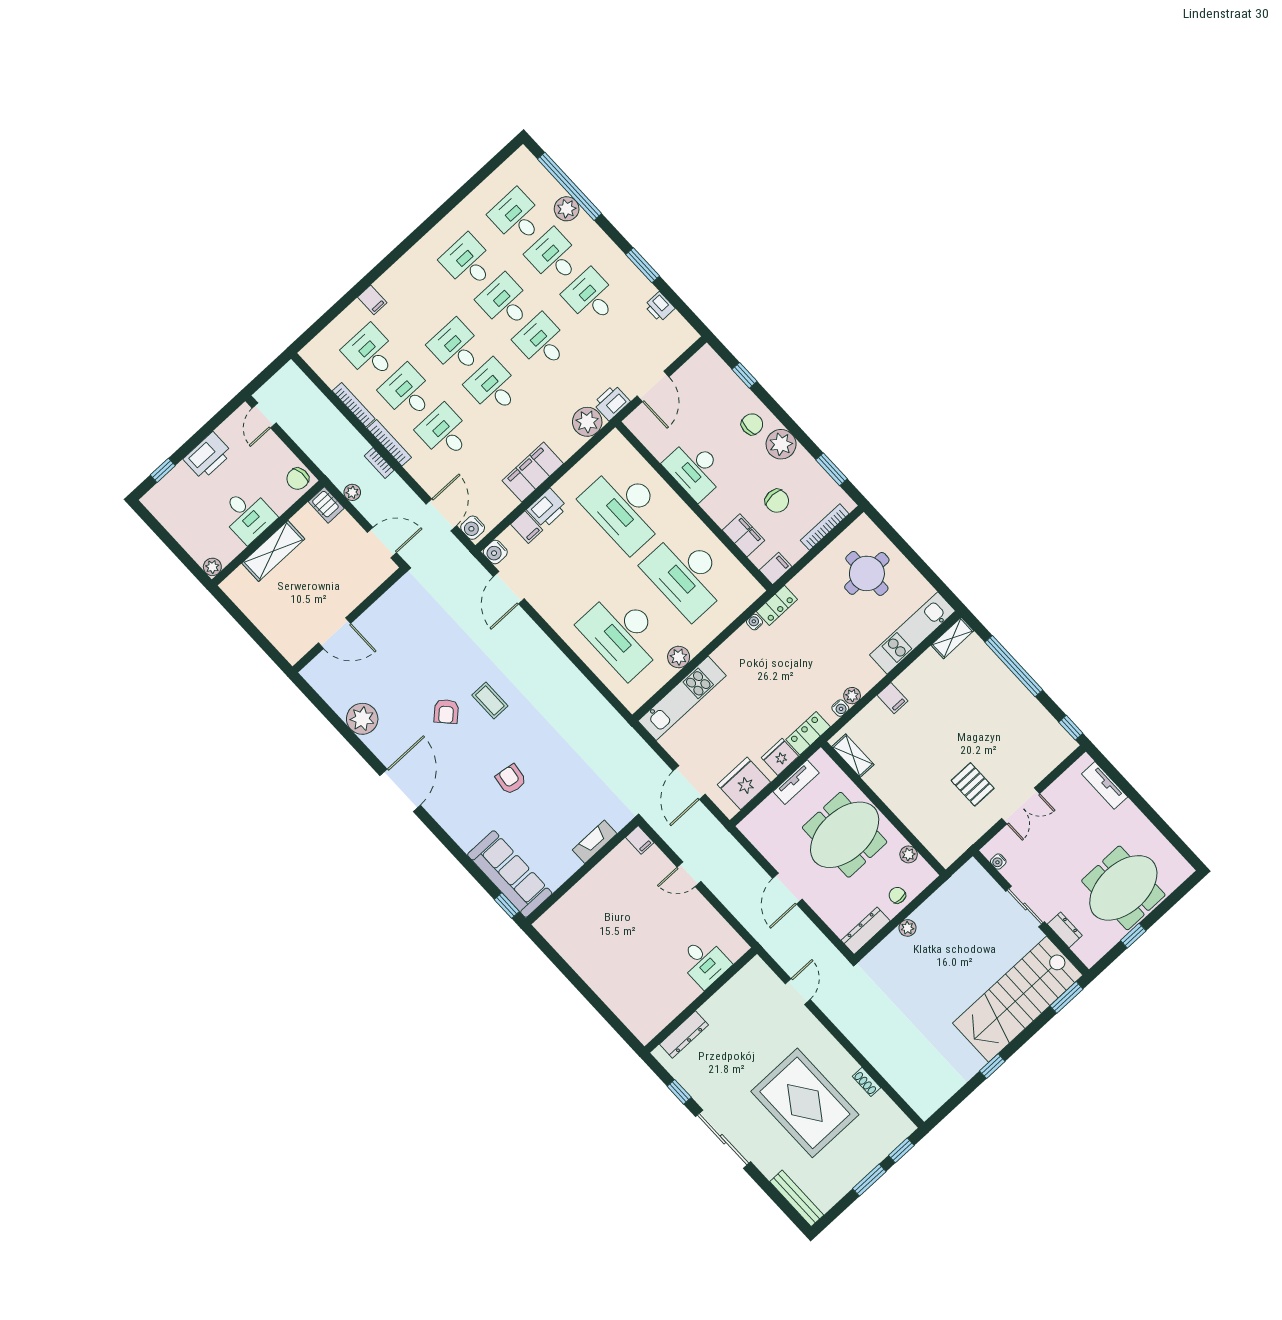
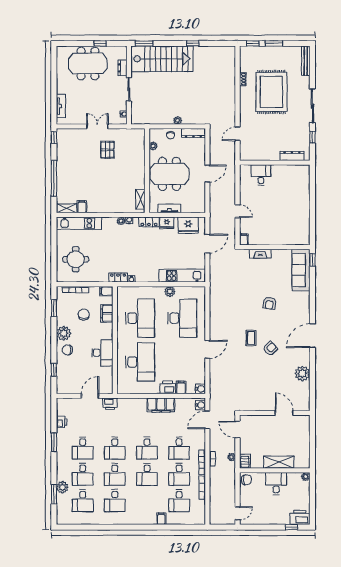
window: (570, 186) -> (54, 494), width x0.47
plant: (587, 422) -> (125, 405), removed
printer: (208, 456) -> (300, 517), moved
door: (509, 588) -> (207, 349), moved
filing cabinet: (892, 698) -> (82, 207), moved

